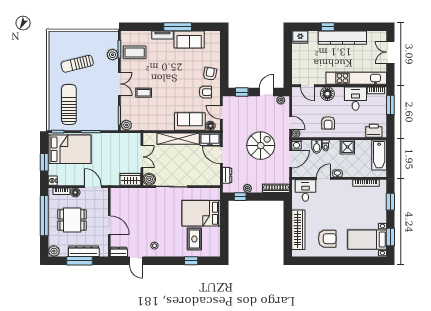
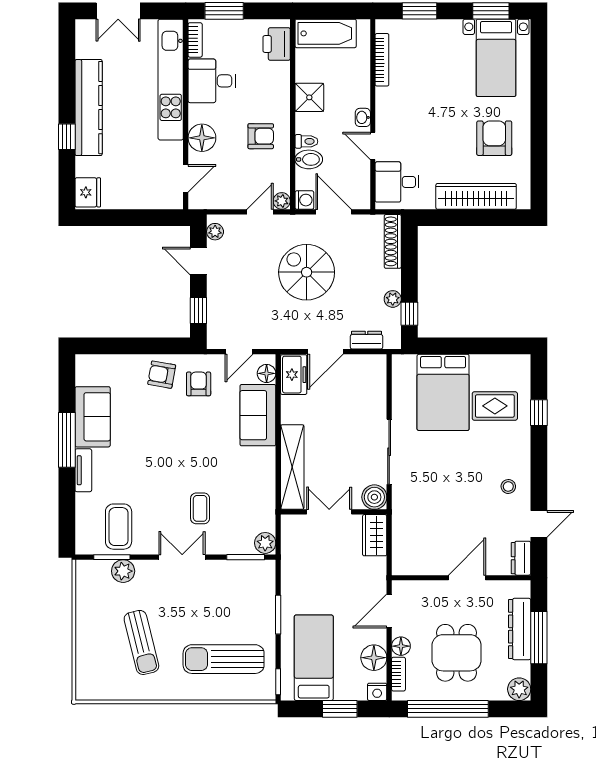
shelving: (178, 139) -> (292, 467), moved
bed: (70, 149) -> (314, 658), width x0.67
floor lamp: (70, 179) -> (374, 658), added

